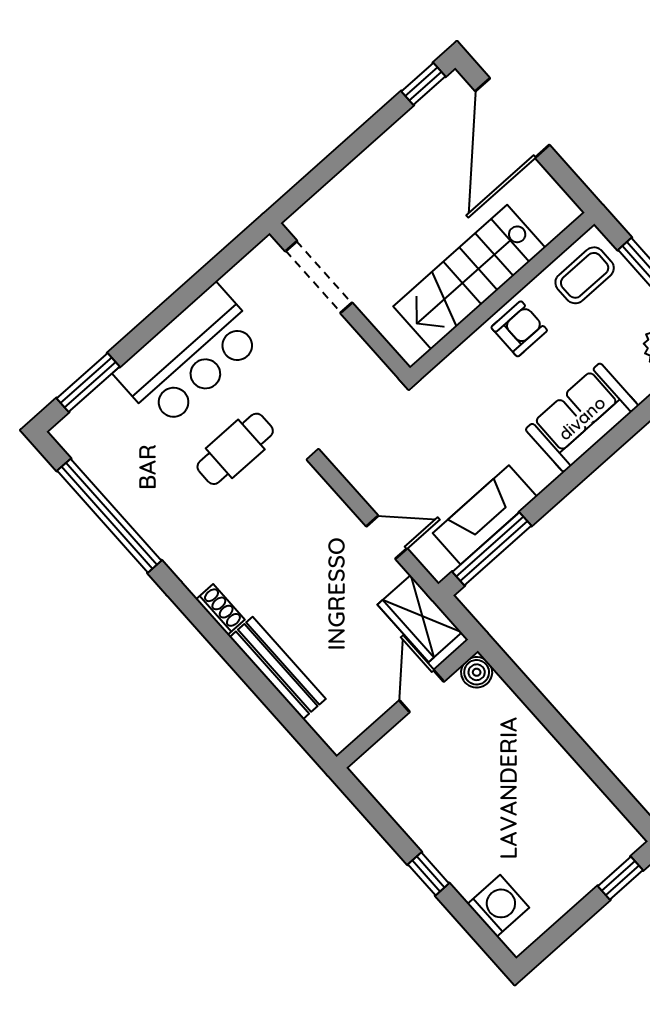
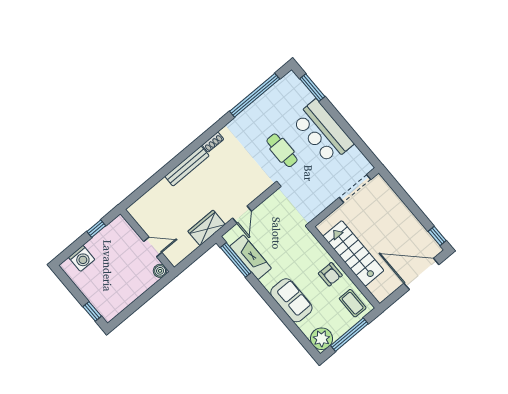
boiler: (477, 672) -> (160, 271), moved
door: (422, 691) -> (153, 247), moved
wall: (407, 704) -> (147, 241), moved

